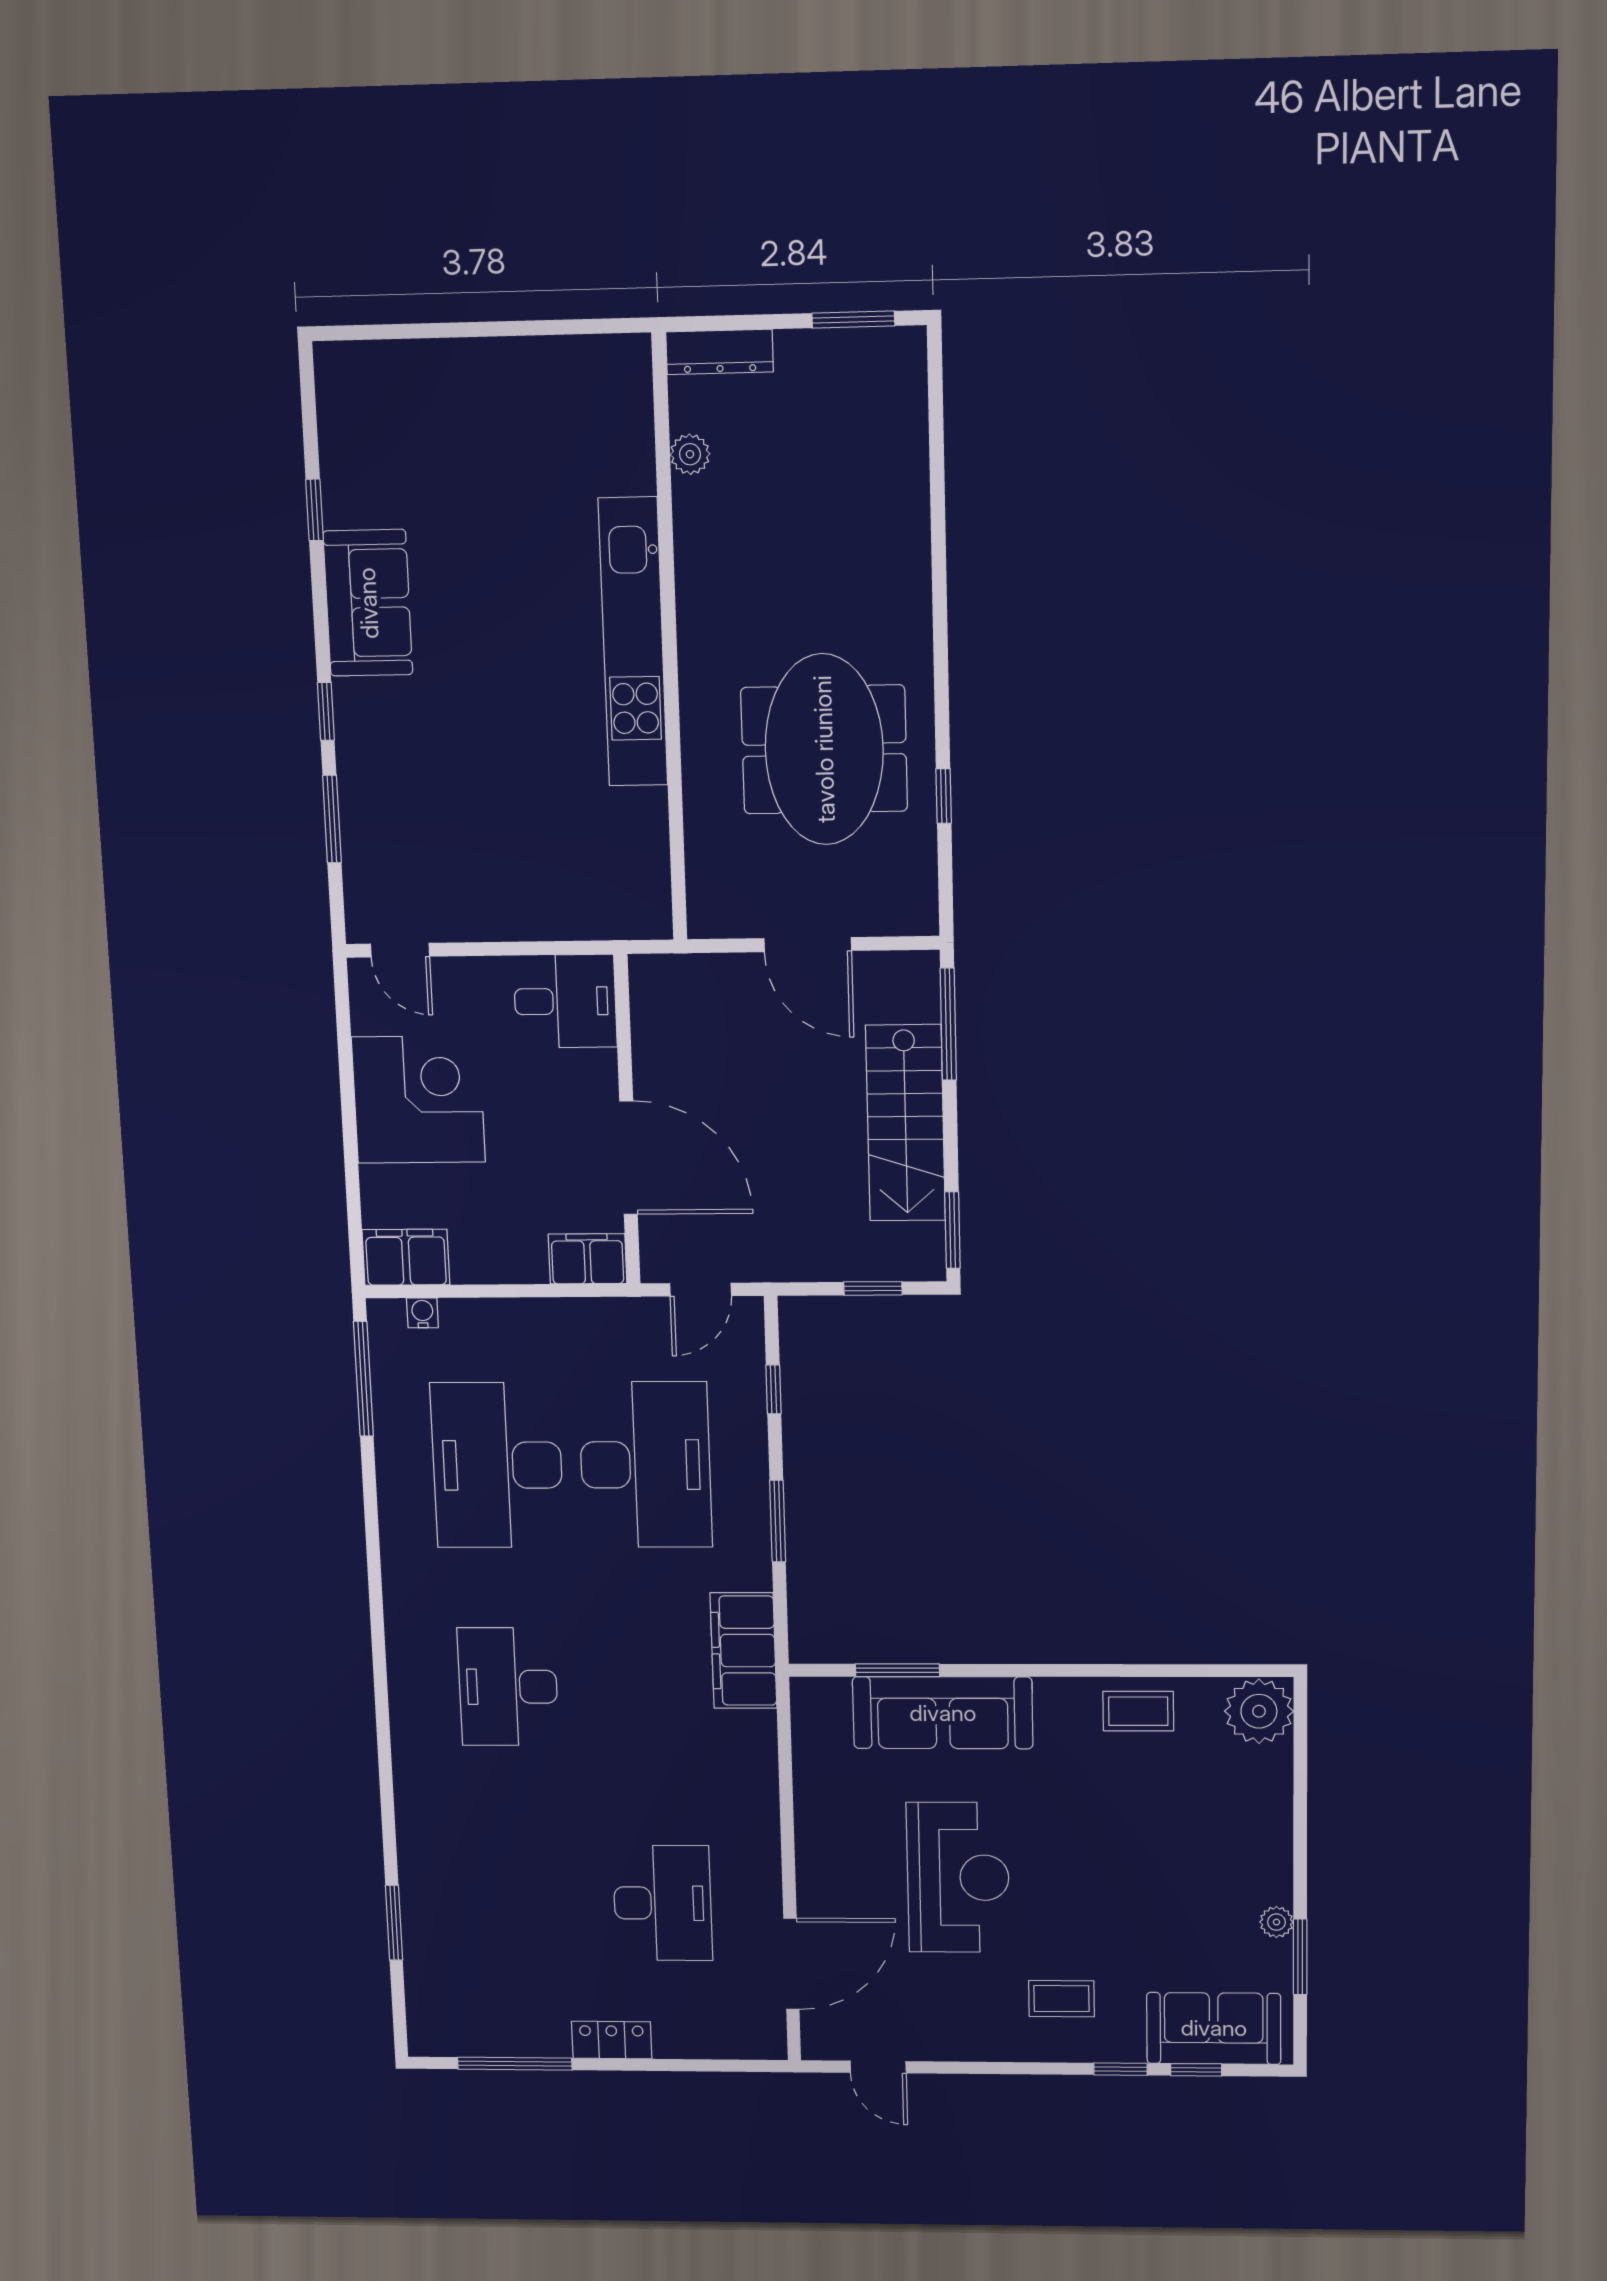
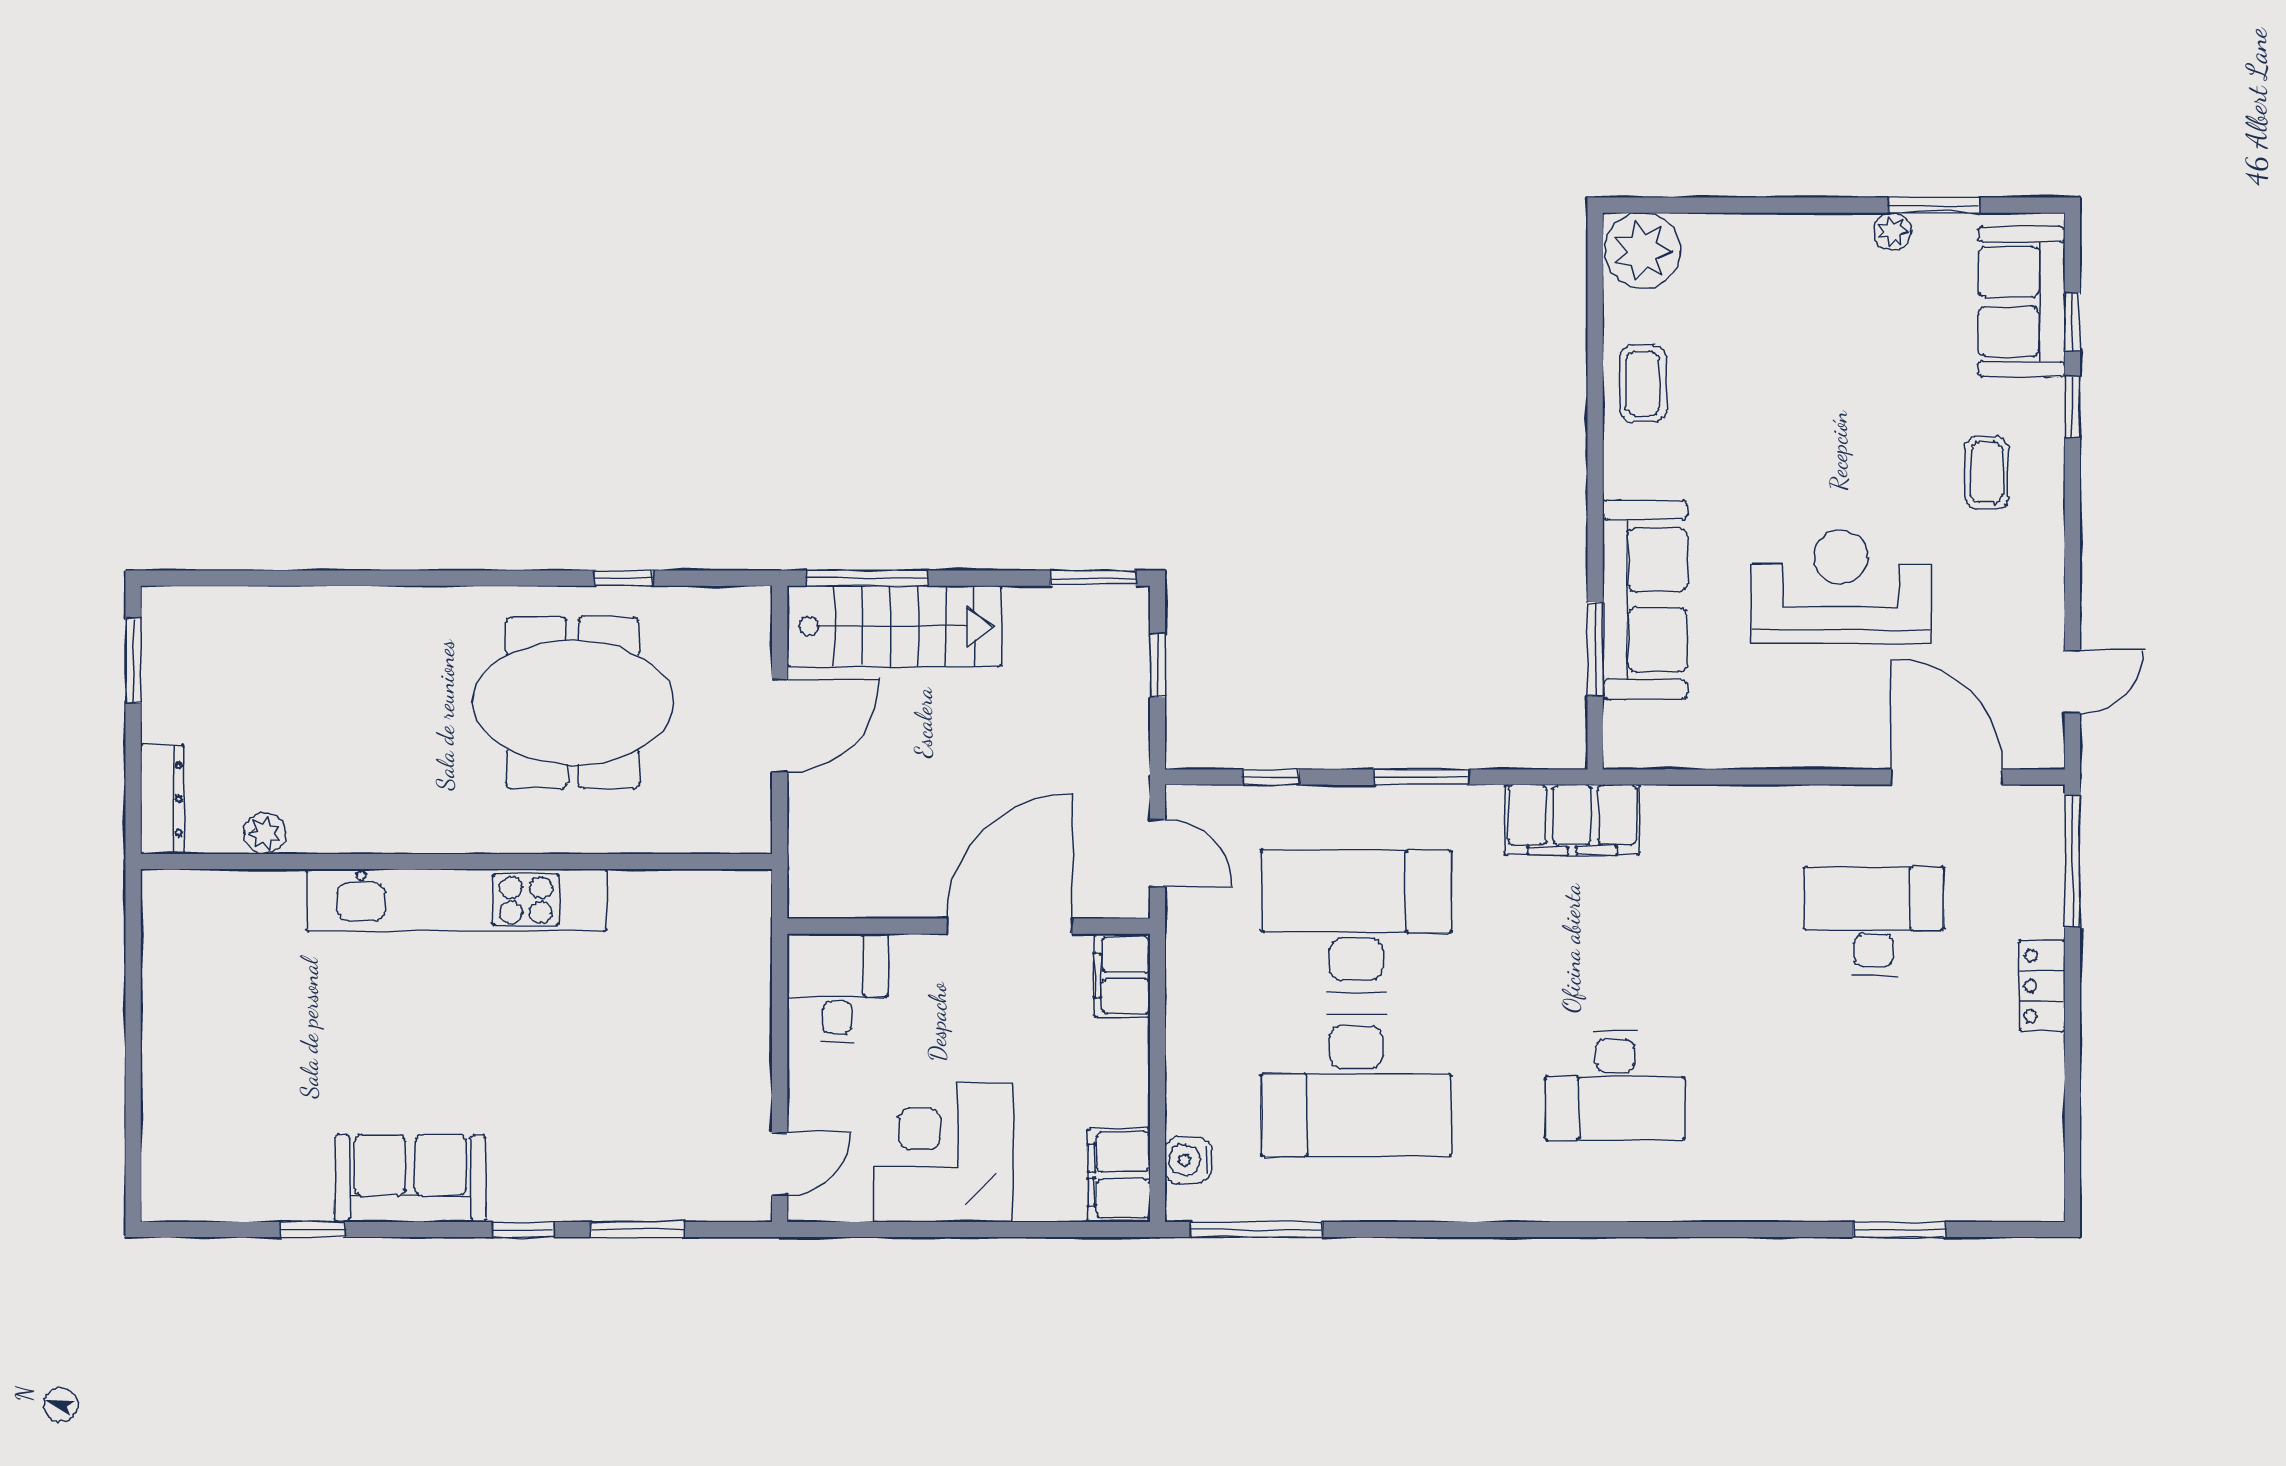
stairs: (905, 1123) -> (894, 626), moved
water cooler: (422, 1313) -> (1188, 1160), width x1.38, depth x1.38
window: (515, 2064) -> (2072, 861), moved

